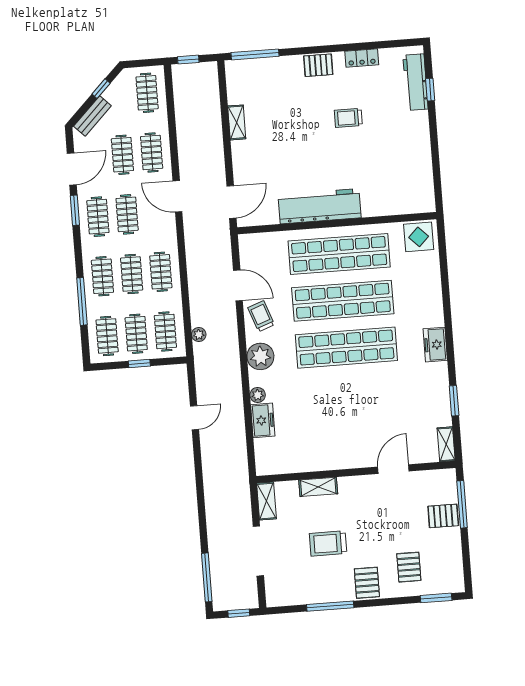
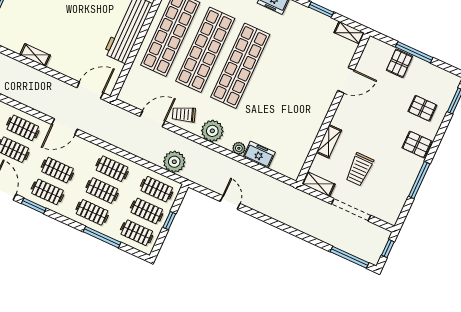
door: (232, 202) -> (90, 90), hinge flipped
plant: (199, 335) -> (174, 162), width x1.88, depth x1.88
door: (393, 469) -> (346, 80), swing flipped
window: (462, 504) -> (414, 52), moved
trolley: (328, 543) -> (359, 169), moved

